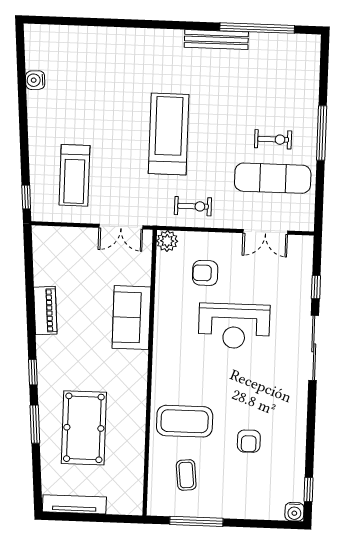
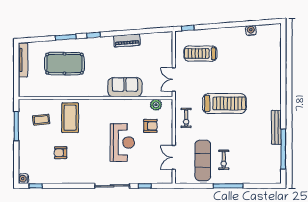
plant: (167, 241) -> (156, 105), moved
armchair: (205, 273) -> (150, 126), turned 90
reception desk: (234, 326) -> (122, 143), turned 180

